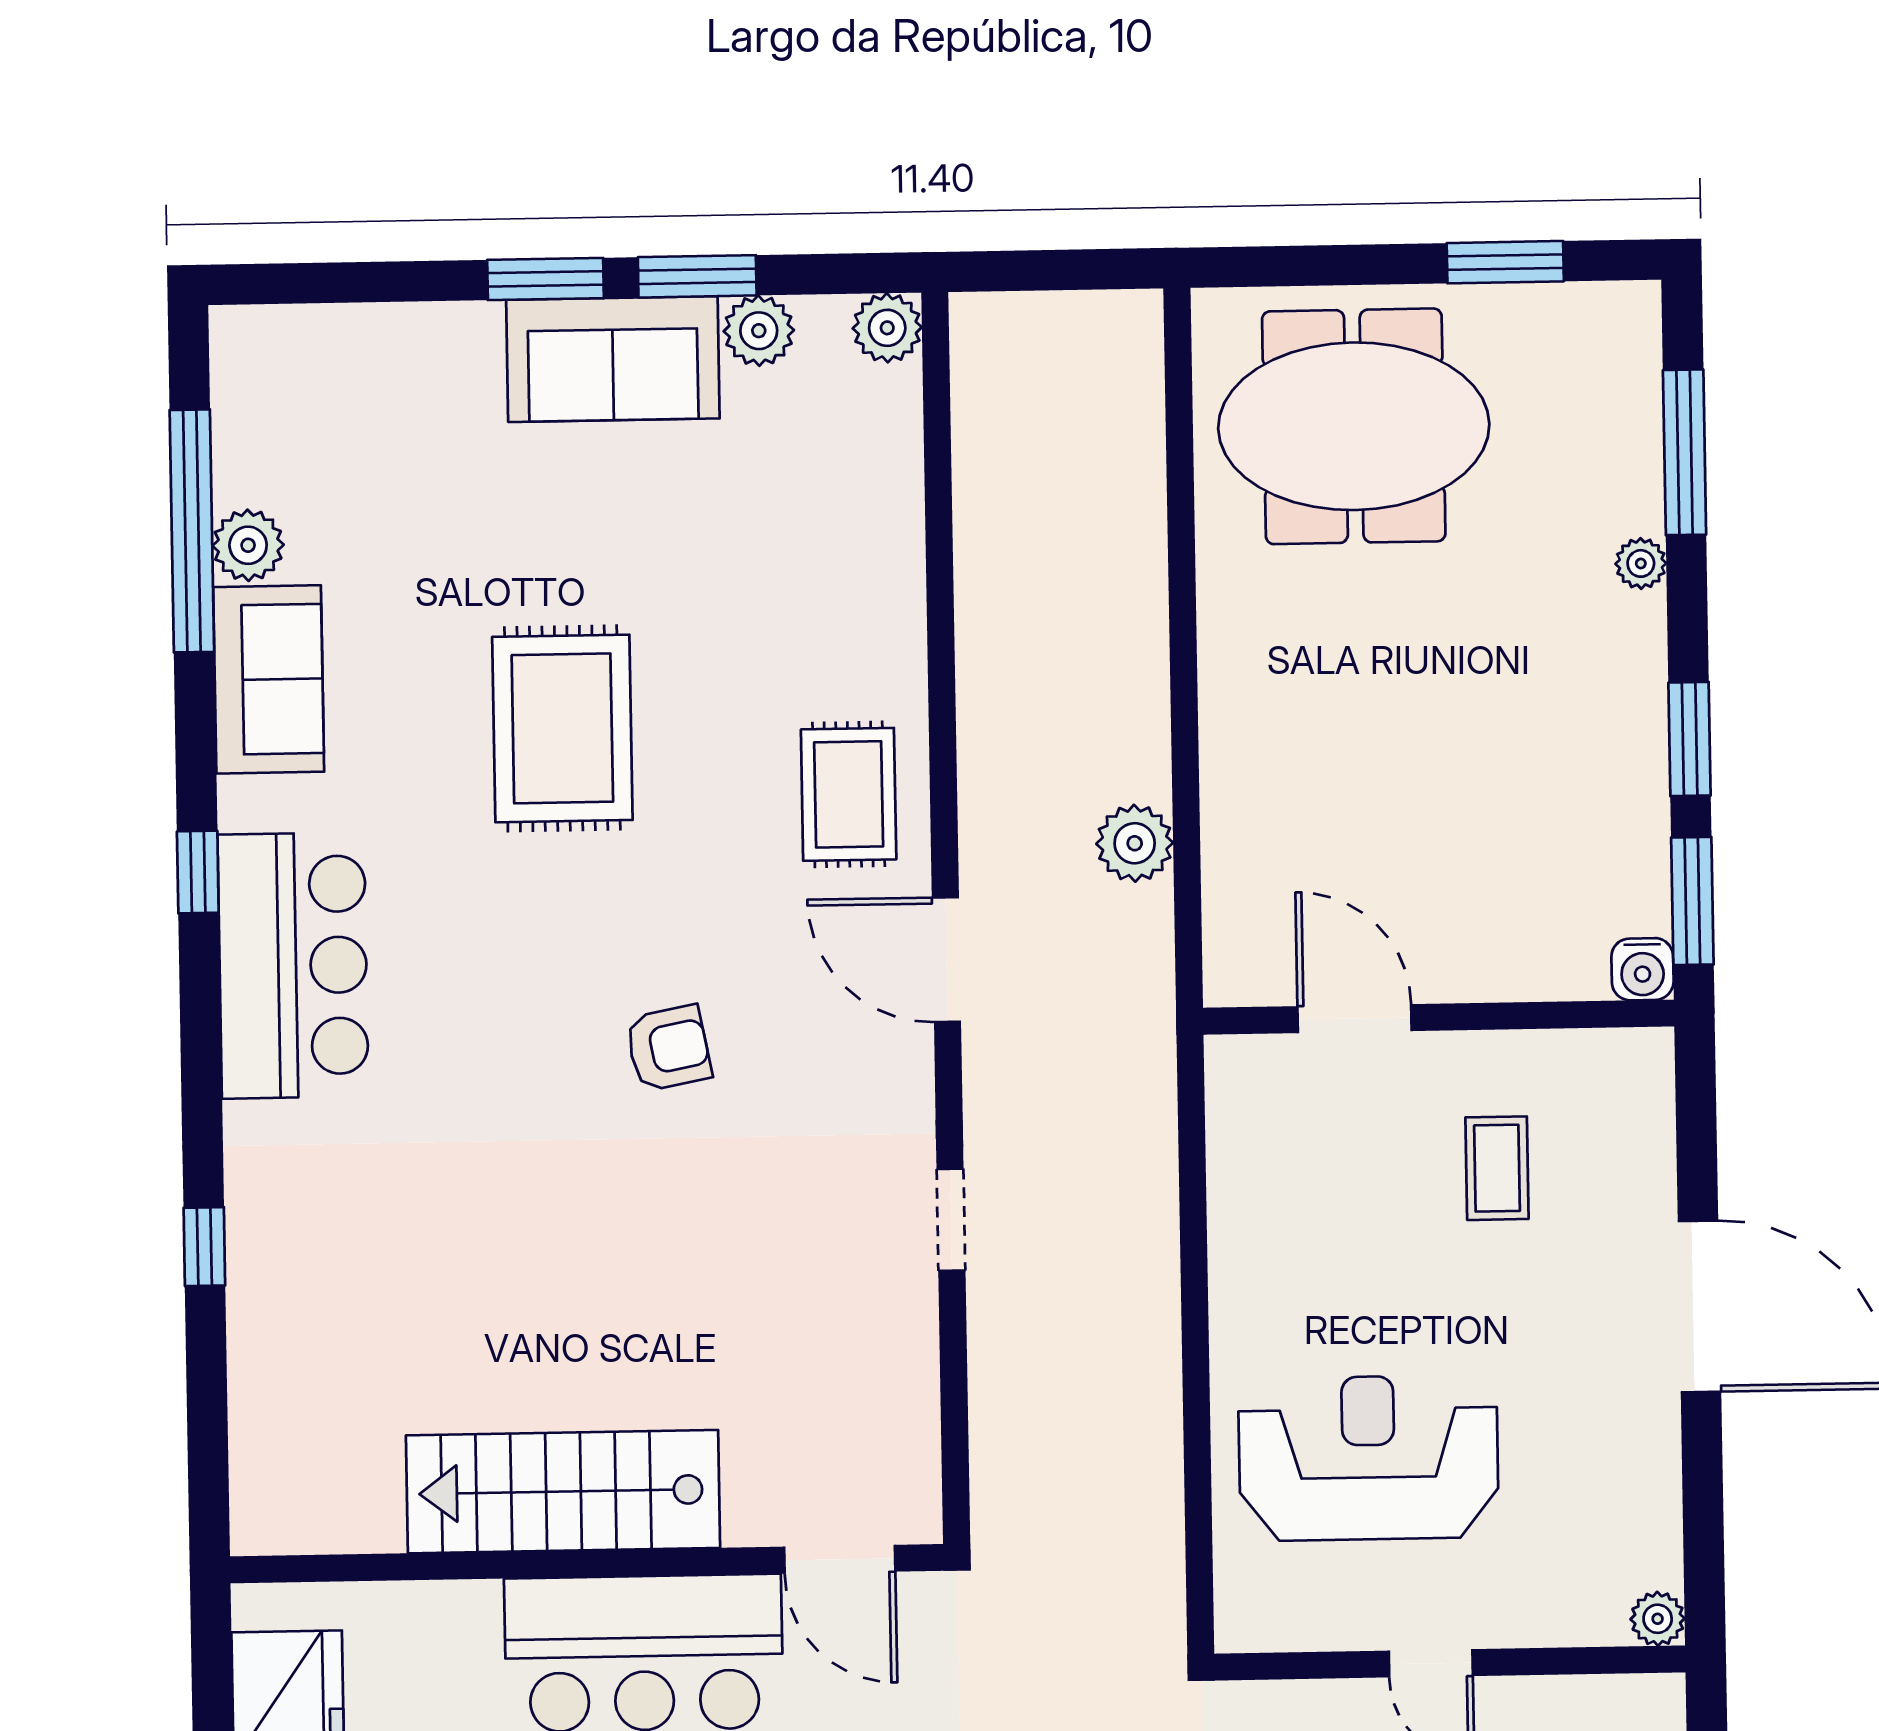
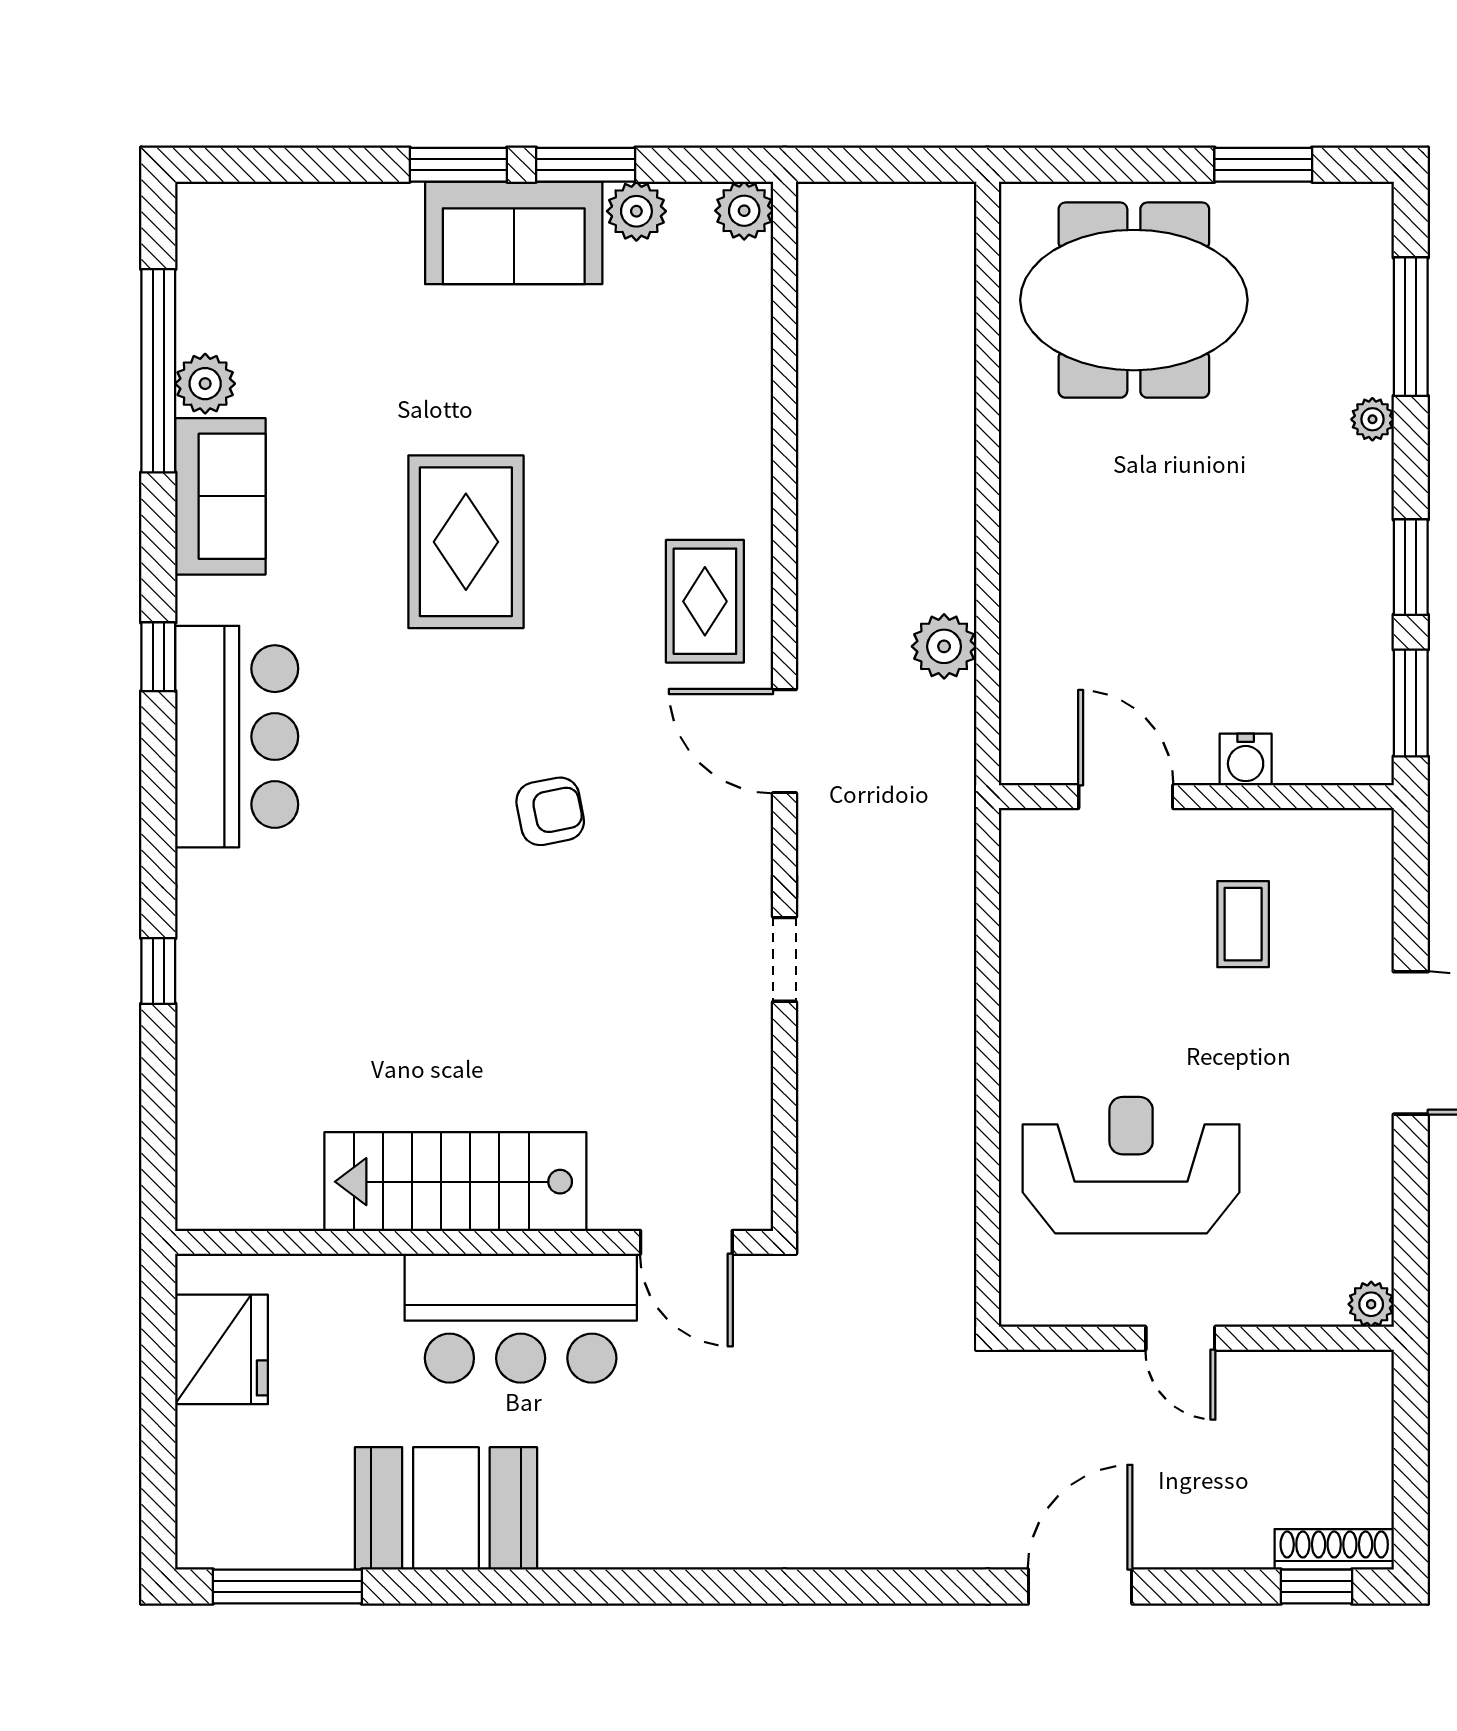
water cooler: (1642, 969) -> (1246, 759), moved

